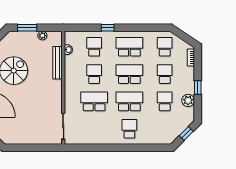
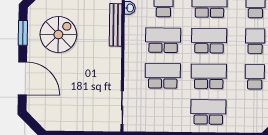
school desk: (94, 74) -> (163, 40), width x1.85
school desk: (129, 129) -> (208, 112), width x1.85

